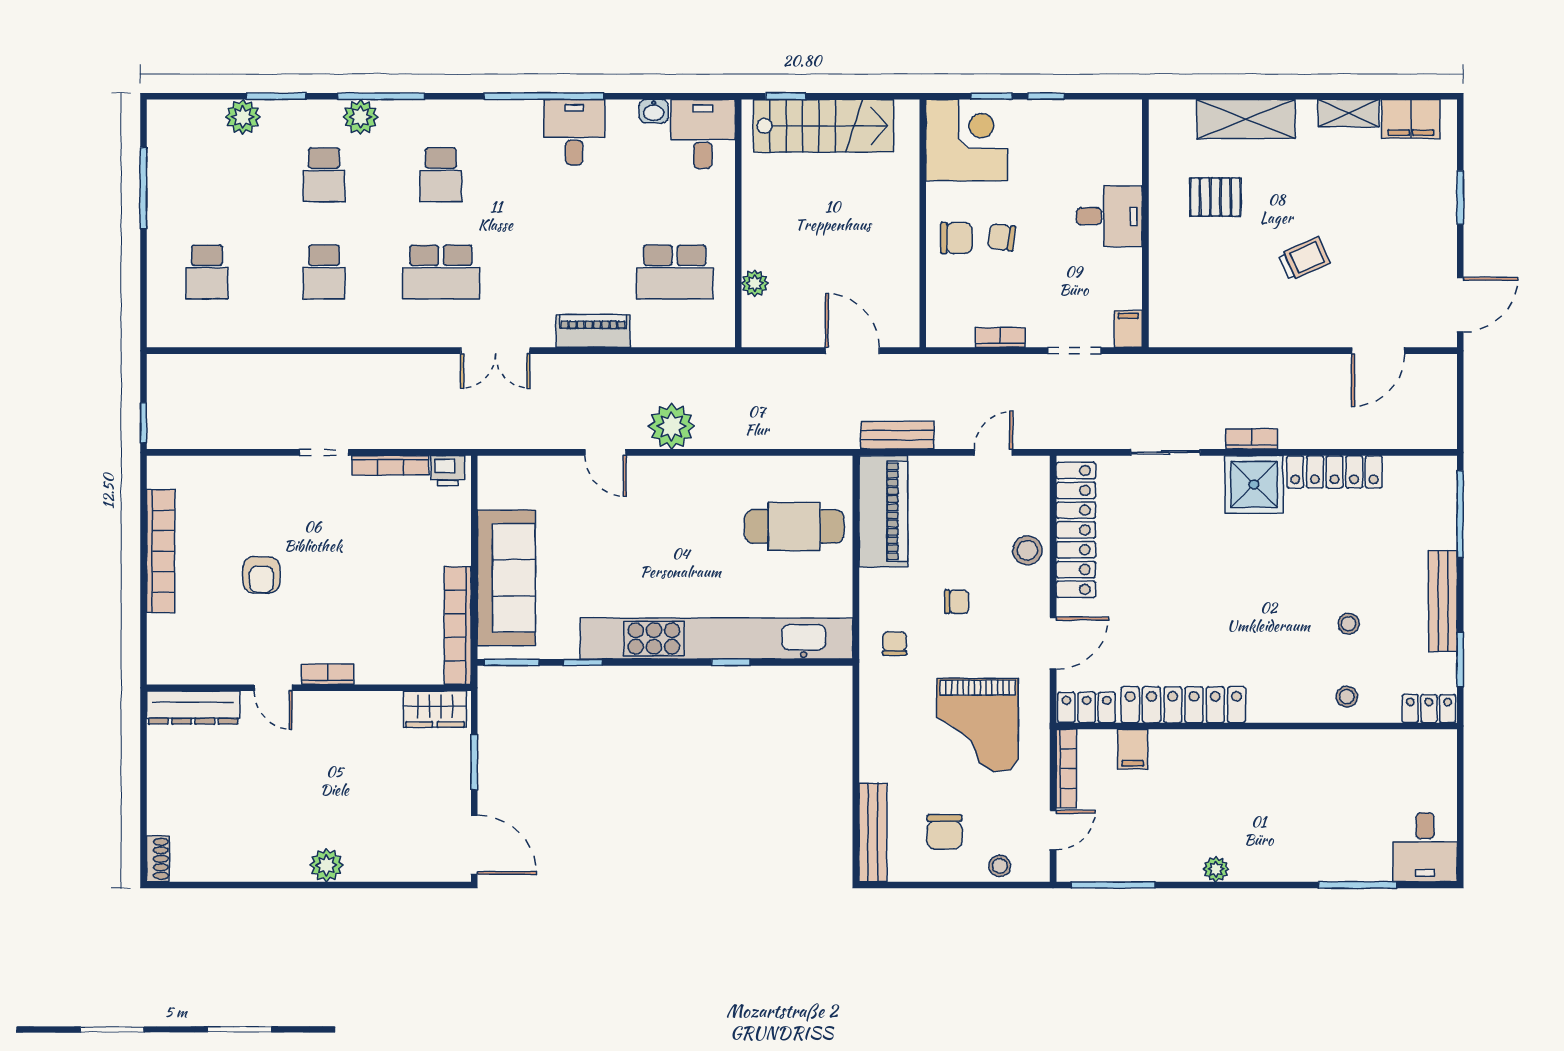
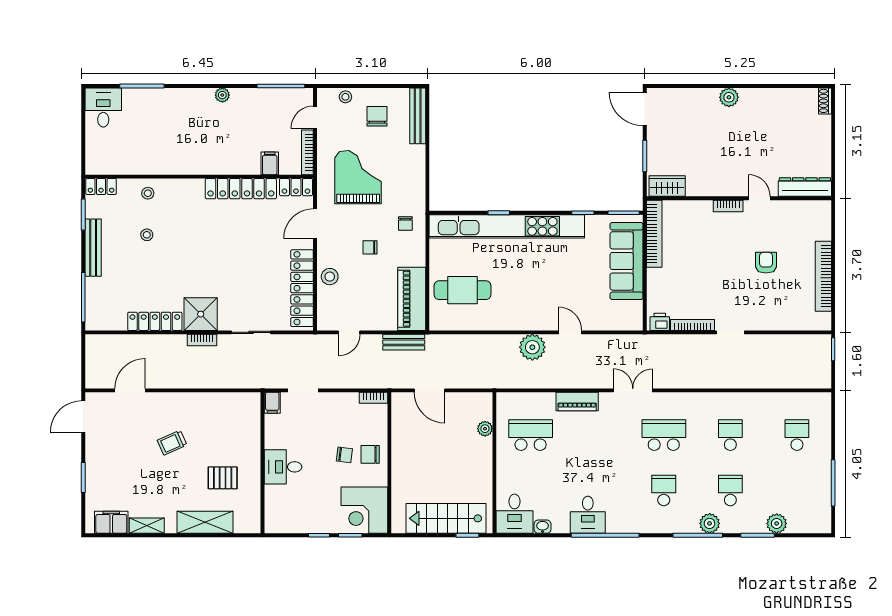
bookcase: (1000, 338) -> (373, 398), moved

